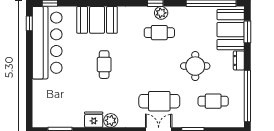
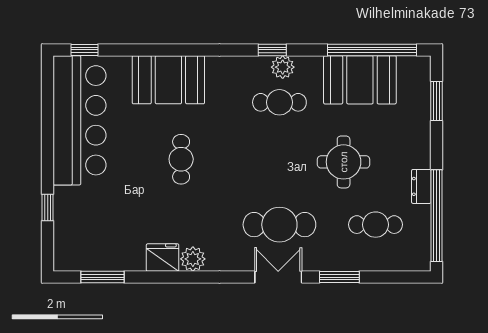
window: (29, 23) -> (48, 207), moved
booth: (231, 30) -> (360, 80), moved, turned 90
dresser: (239, 60) -> (421, 186), moved

